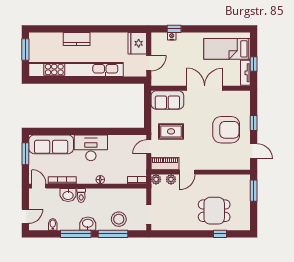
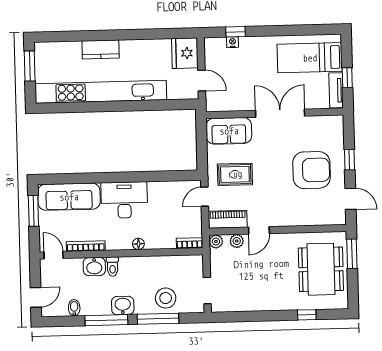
door: (149, 63) -> (202, 80), hinge flipped
dining table: (214, 211) -> (321, 269), moved, width x1.37

